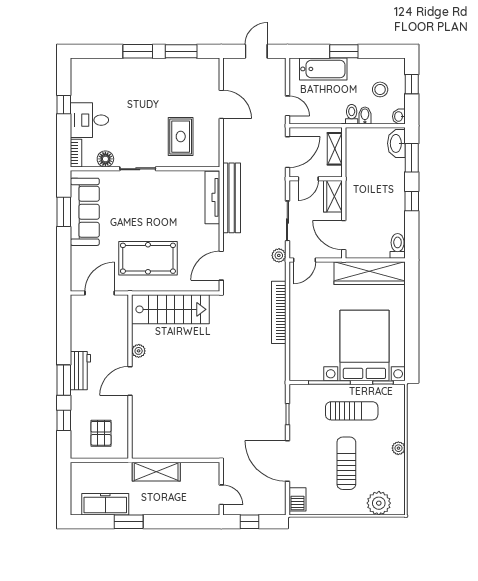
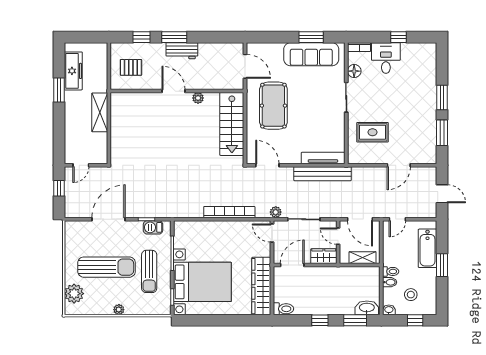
sun lounger: (346, 463) -> (107, 267), width x1.36, depth x1.34
barbecue: (298, 499) -> (153, 227), moved

